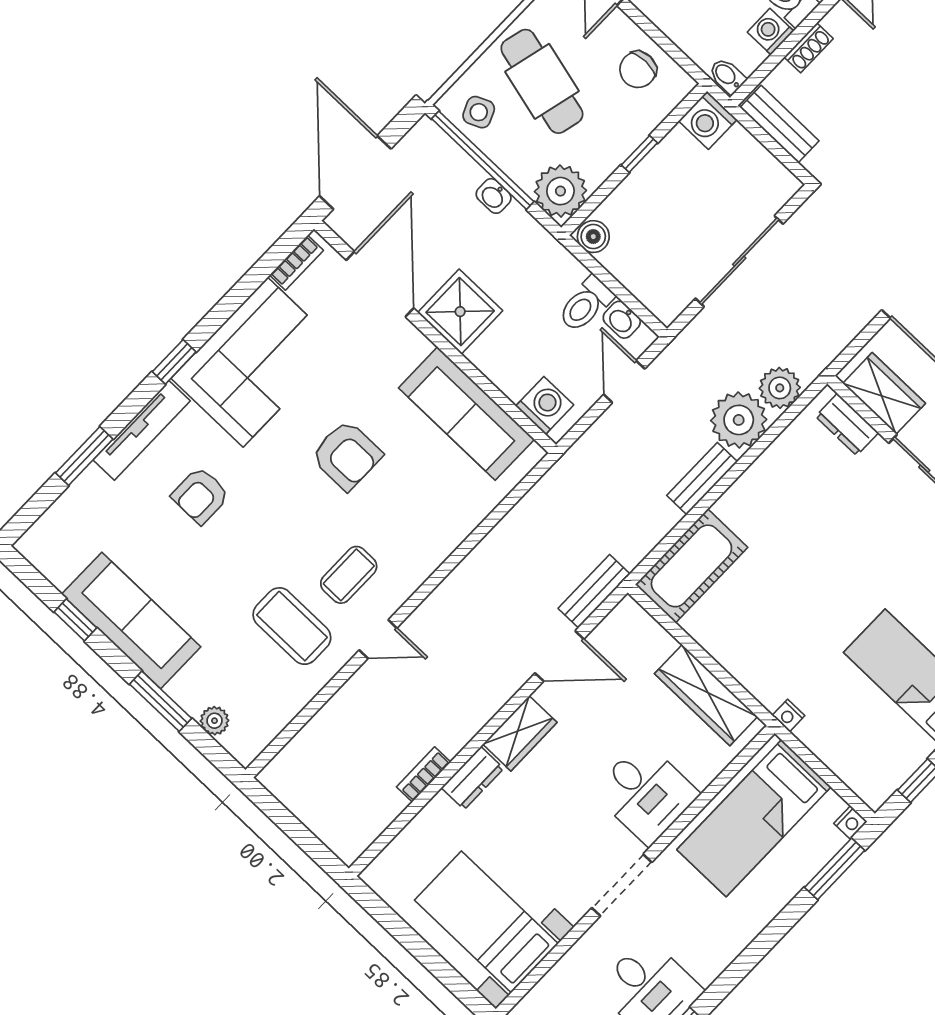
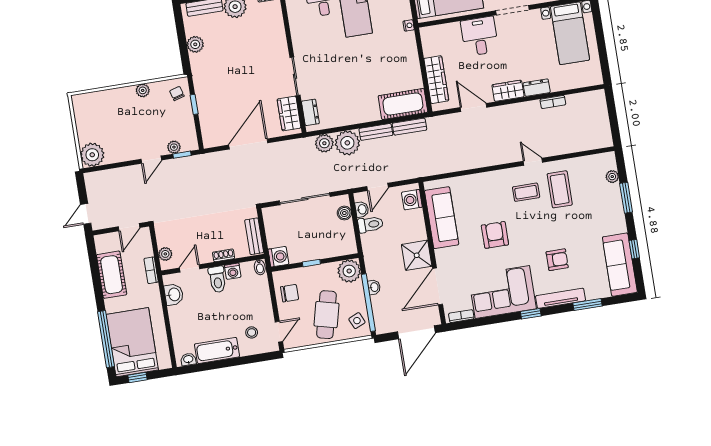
boiler: (593, 237) -> (344, 213), moved
bench: (594, 591) -> (409, 127), moved
sofa: (131, 621) -> (620, 265), moved
wardrobe: (706, 695) -> (436, 80), moved

